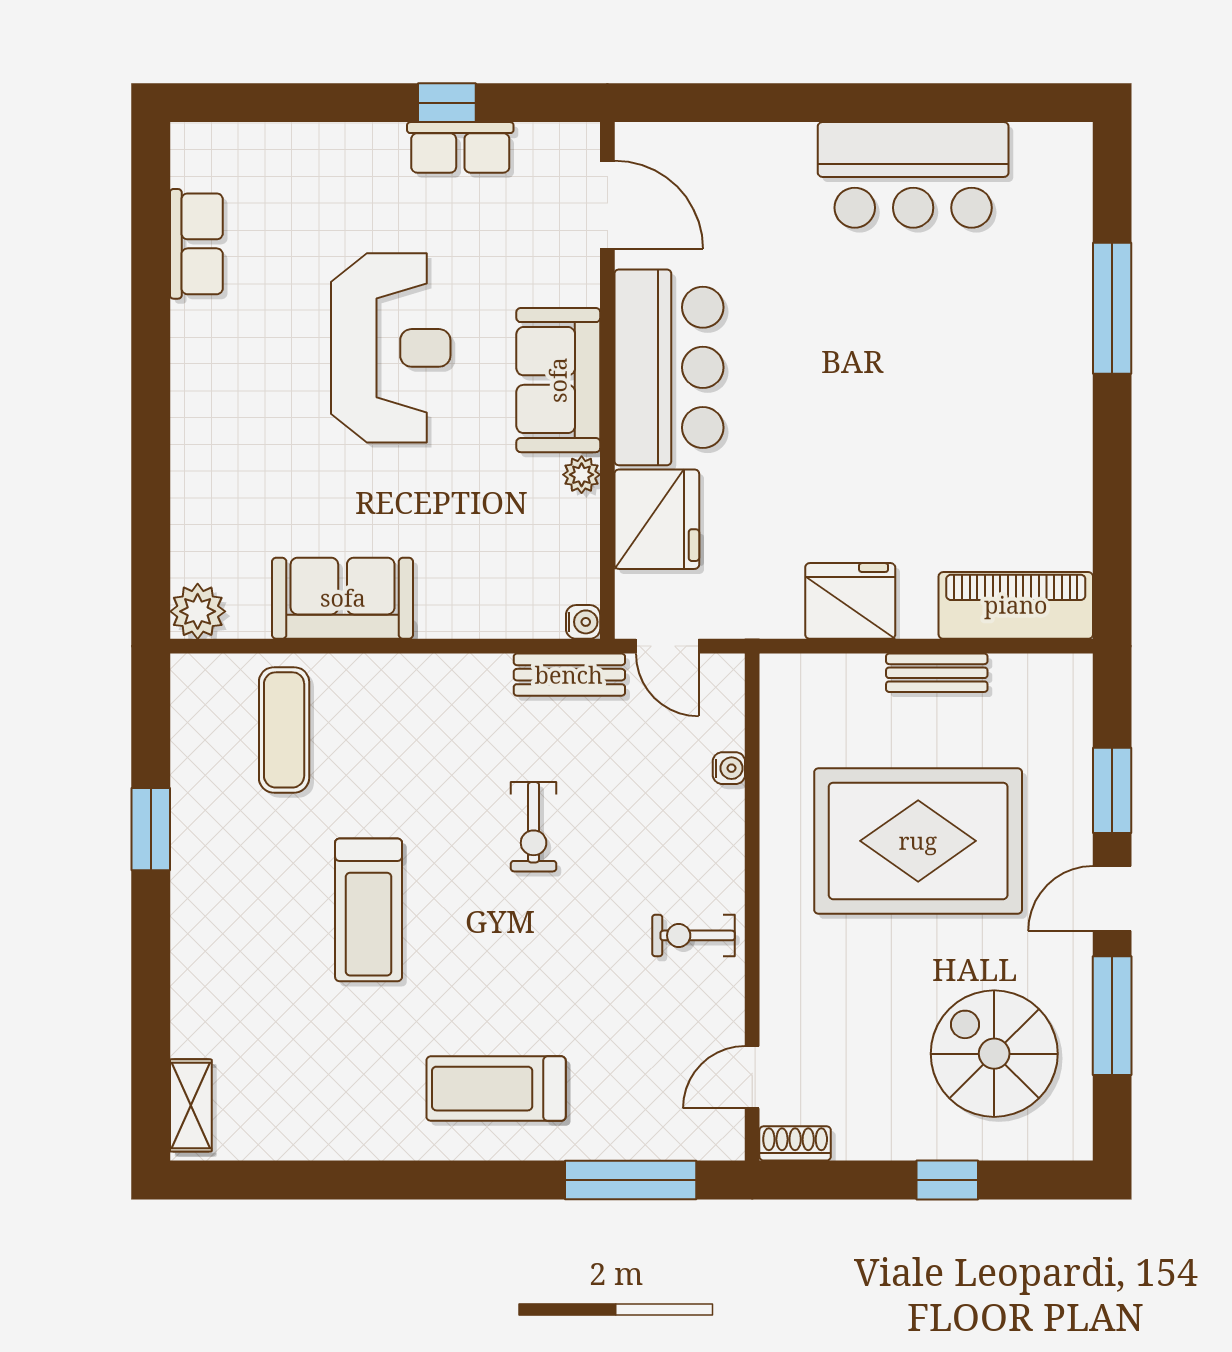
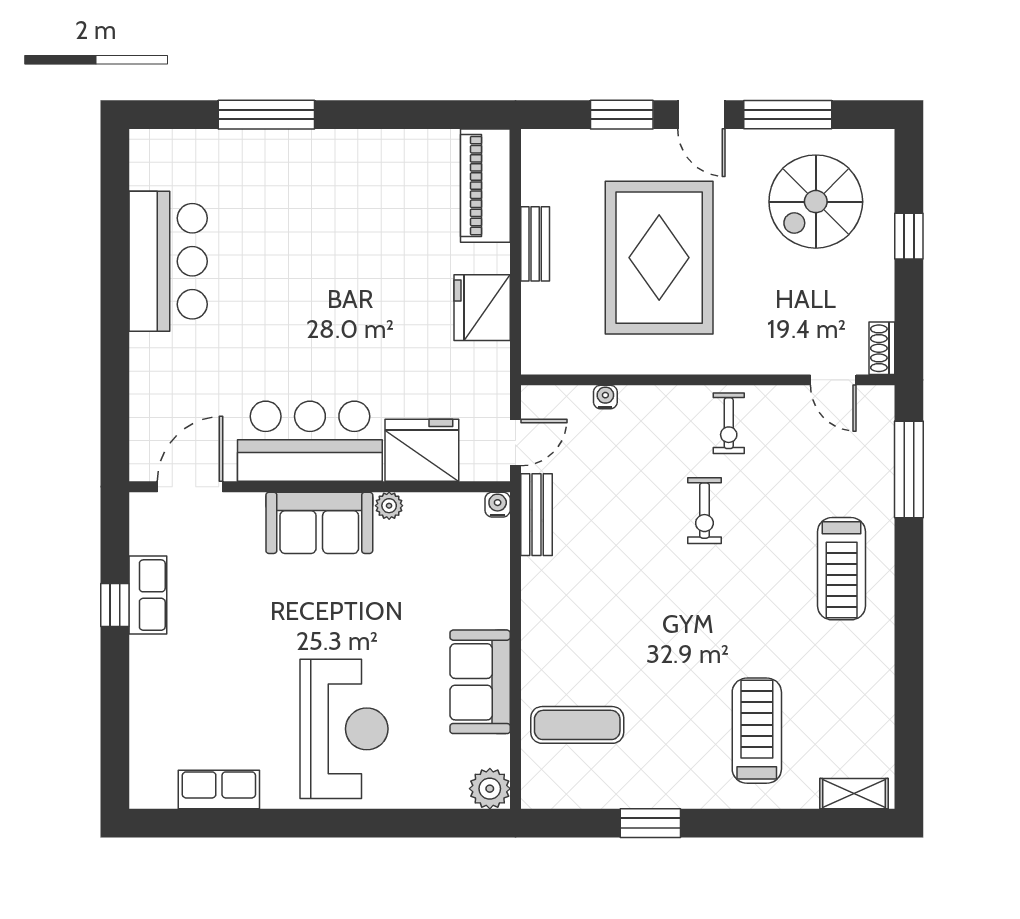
reception desk: (391, 348) -> (344, 729), moved, turned 90
exercise bike: (534, 827) -> (704, 511), moved, turned 90
treadmill: (369, 910) -> (757, 731), moved, turned -90

